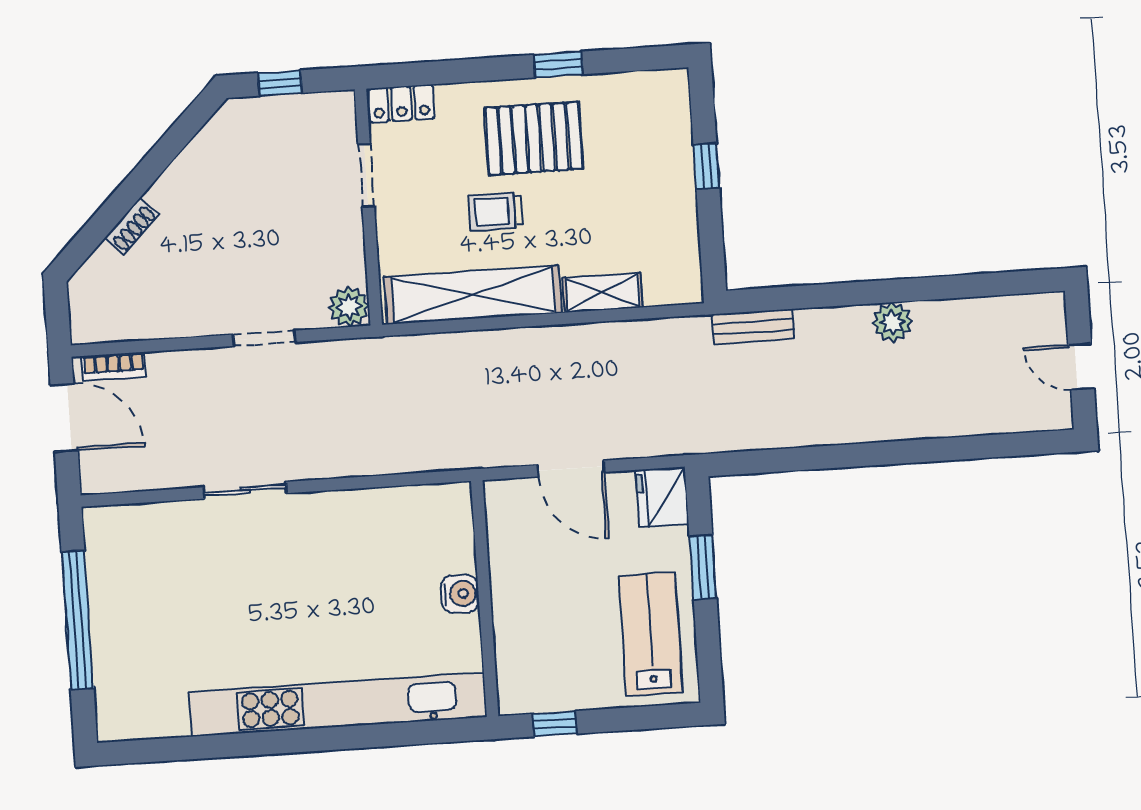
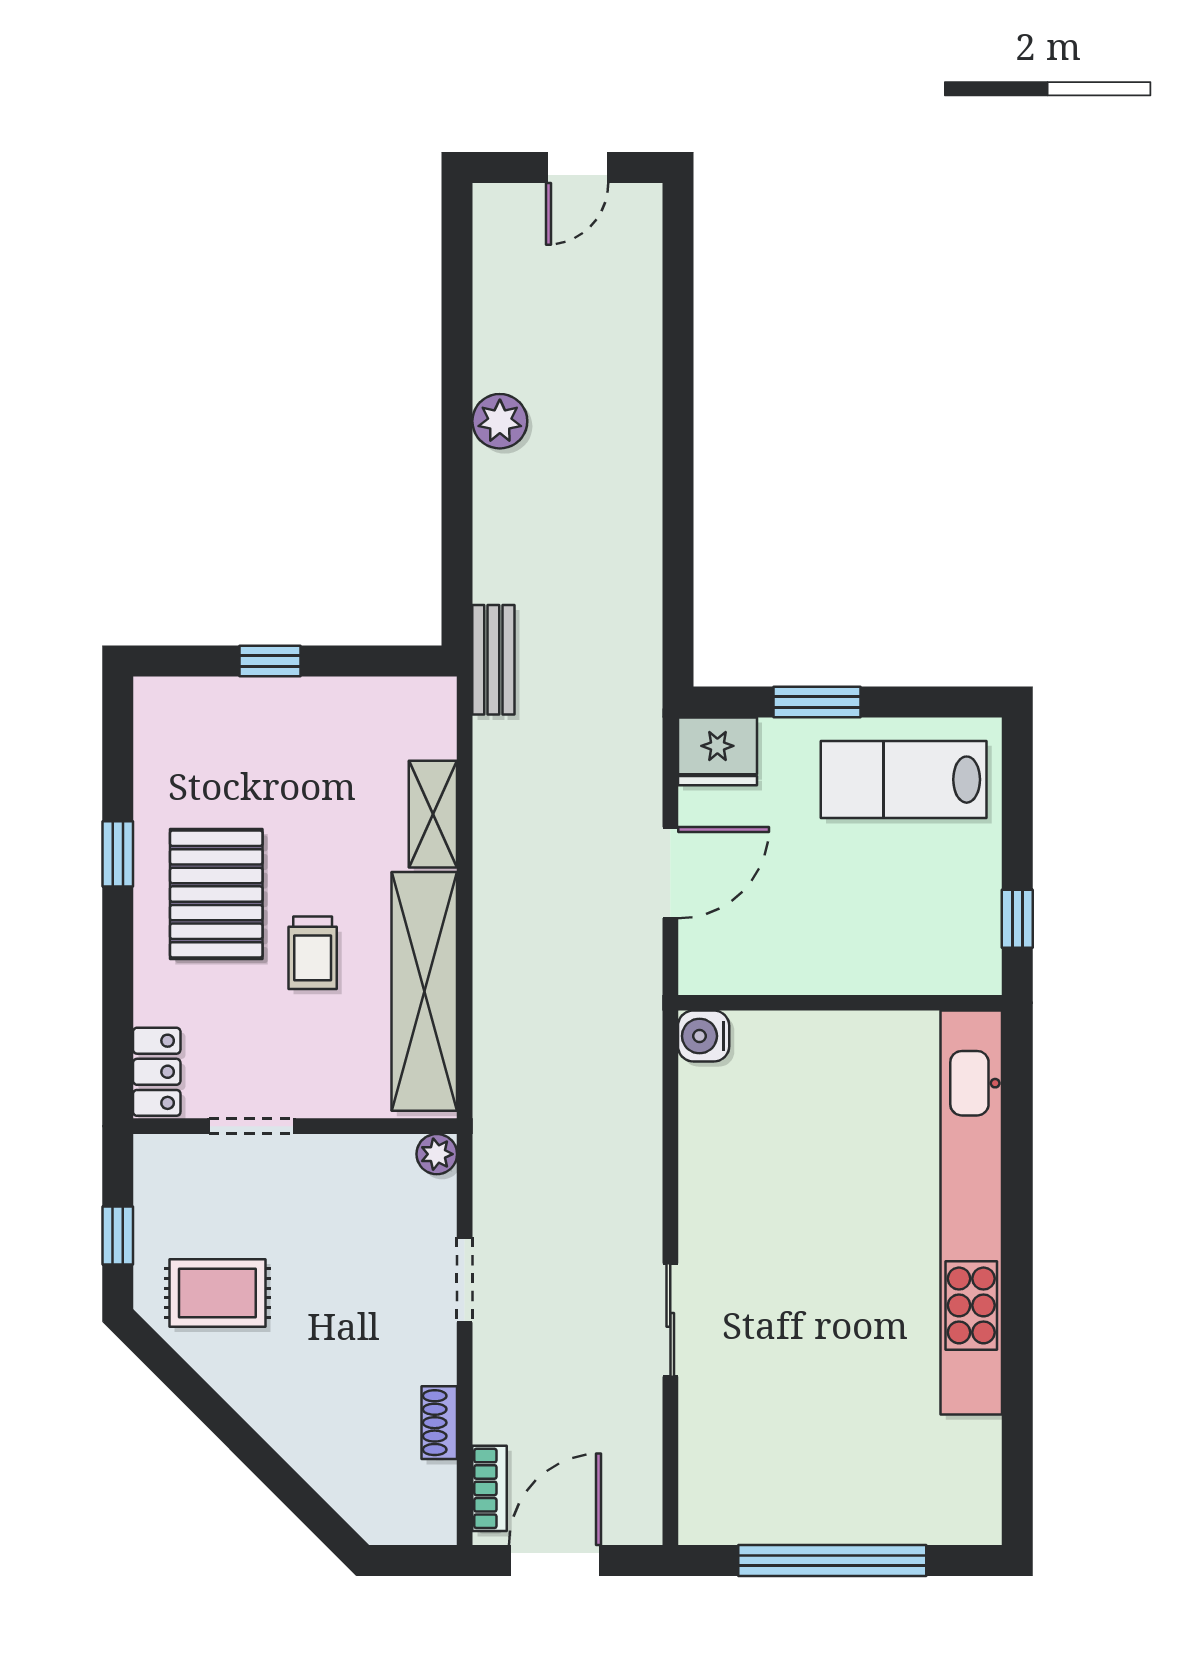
rug: (243, 159) -> (217, 1293), added
shoe rack: (132, 226) -> (439, 1423), moved, turned -135
plant: (349, 307) -> (437, 1154), width x0.73, depth x0.73
bench: (753, 327) -> (493, 660), moved
water cooler: (460, 594) -> (704, 1036), moved, turned -90

